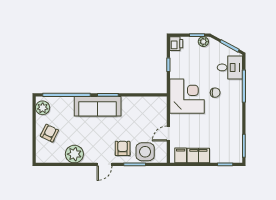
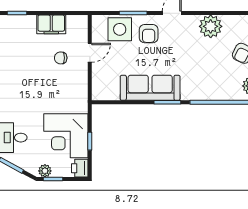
chair: (215, 93) -> (61, 58), moved
corner desk: (187, 96) -> (66, 136), moved
sofa: (98, 106) -> (150, 88), moved
filing cabinet: (181, 155) -> (74, 25), removed

